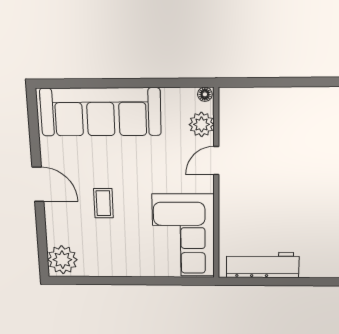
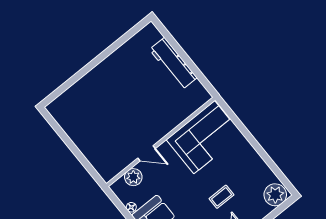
floor lamp: (205, 94) -> (131, 207), moved
workbench: (263, 265) -> (173, 64), moved

